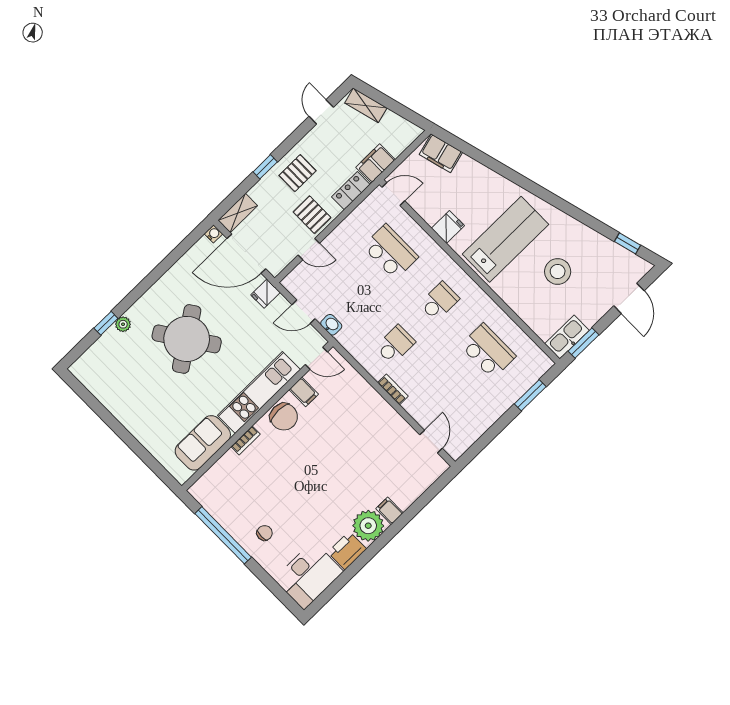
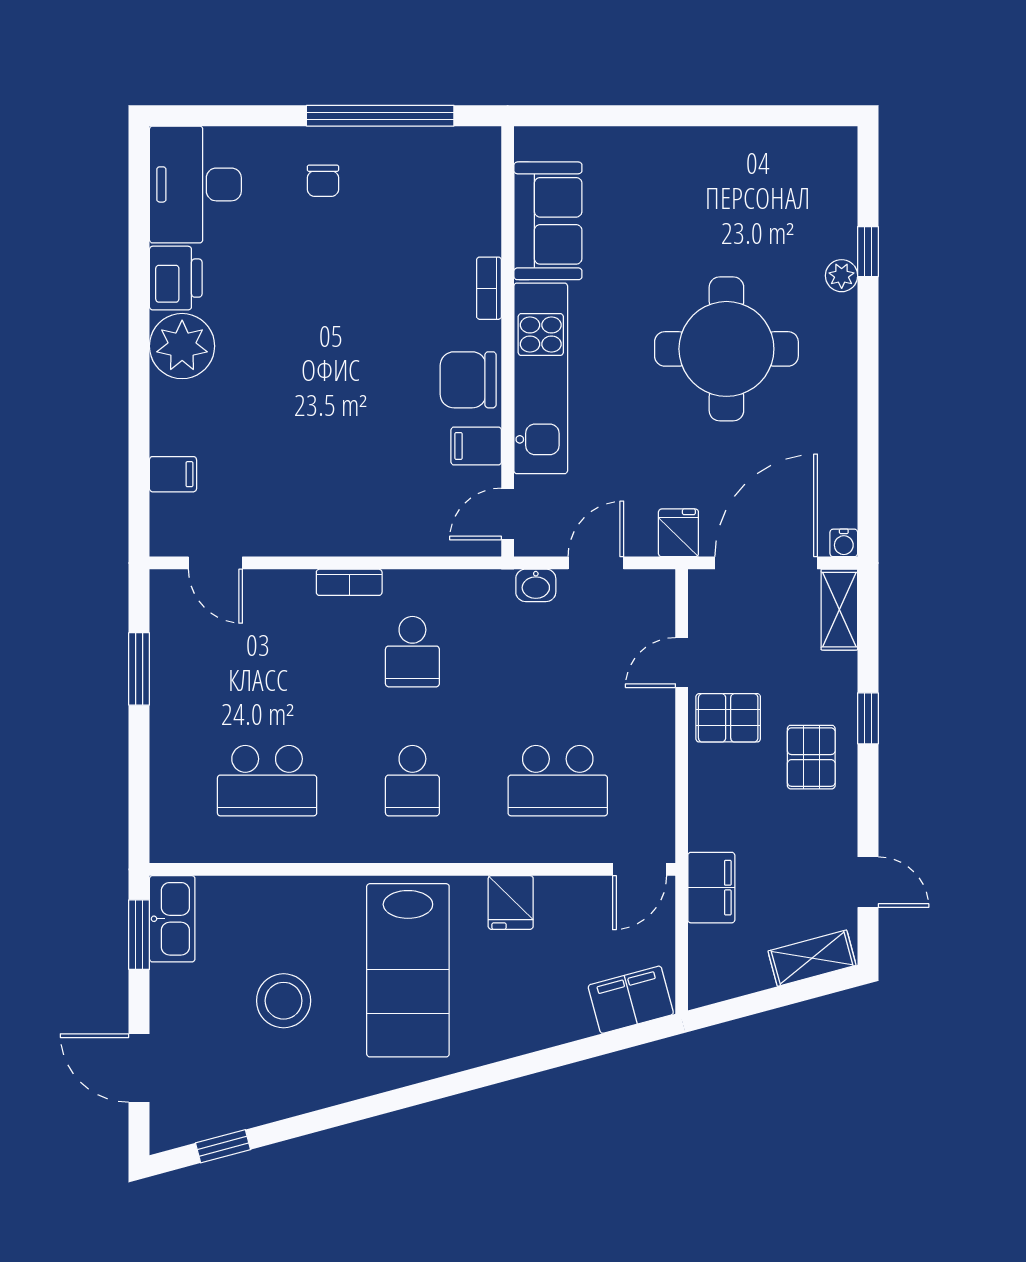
locker: (351, 191) -> (707, 811), removed
round table: (187, 339) -> (726, 349), turned 34
window: (530, 395) -> (139, 669), moved
filing cabinet: (390, 511) -> (173, 474), moved

